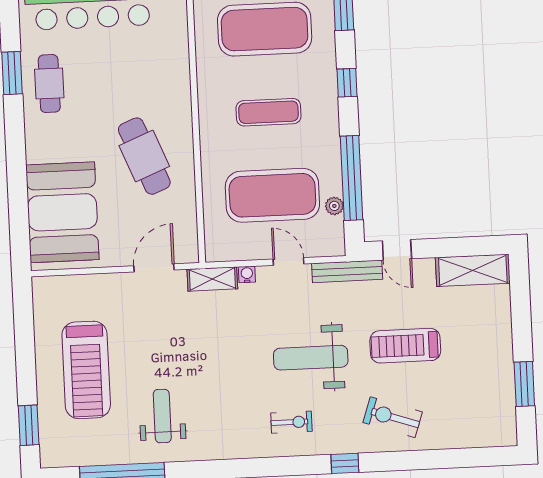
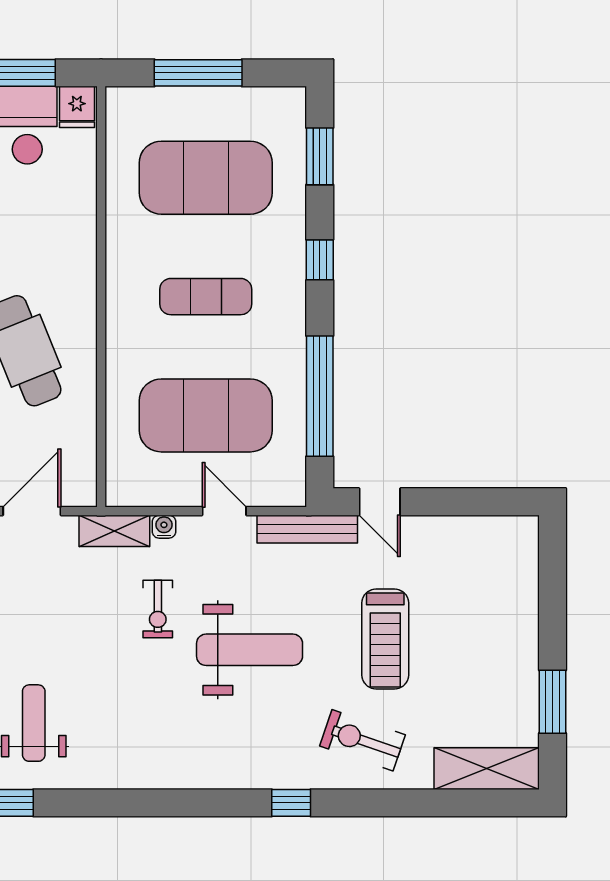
plant: (334, 206) -> (293, 435), removed
shelving: (473, 270) -> (487, 769), moved
treadmill: (405, 346) -> (385, 639), turned -90
weight bench: (311, 358) -> (250, 650), turned 180
exercise bike: (291, 422) -> (158, 609), moved, turned 90

